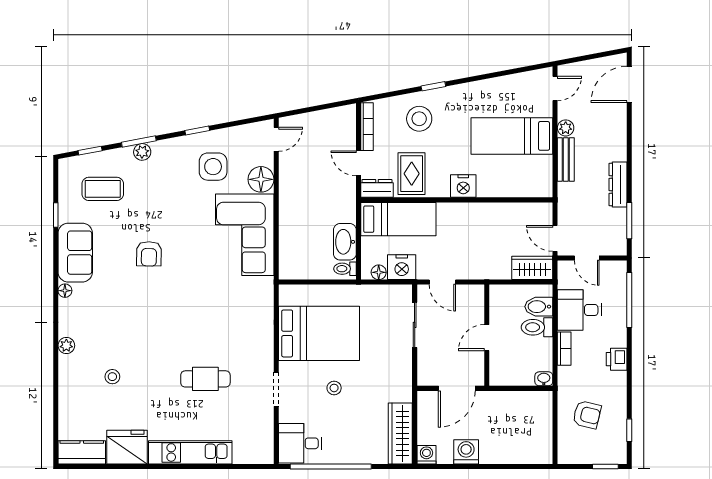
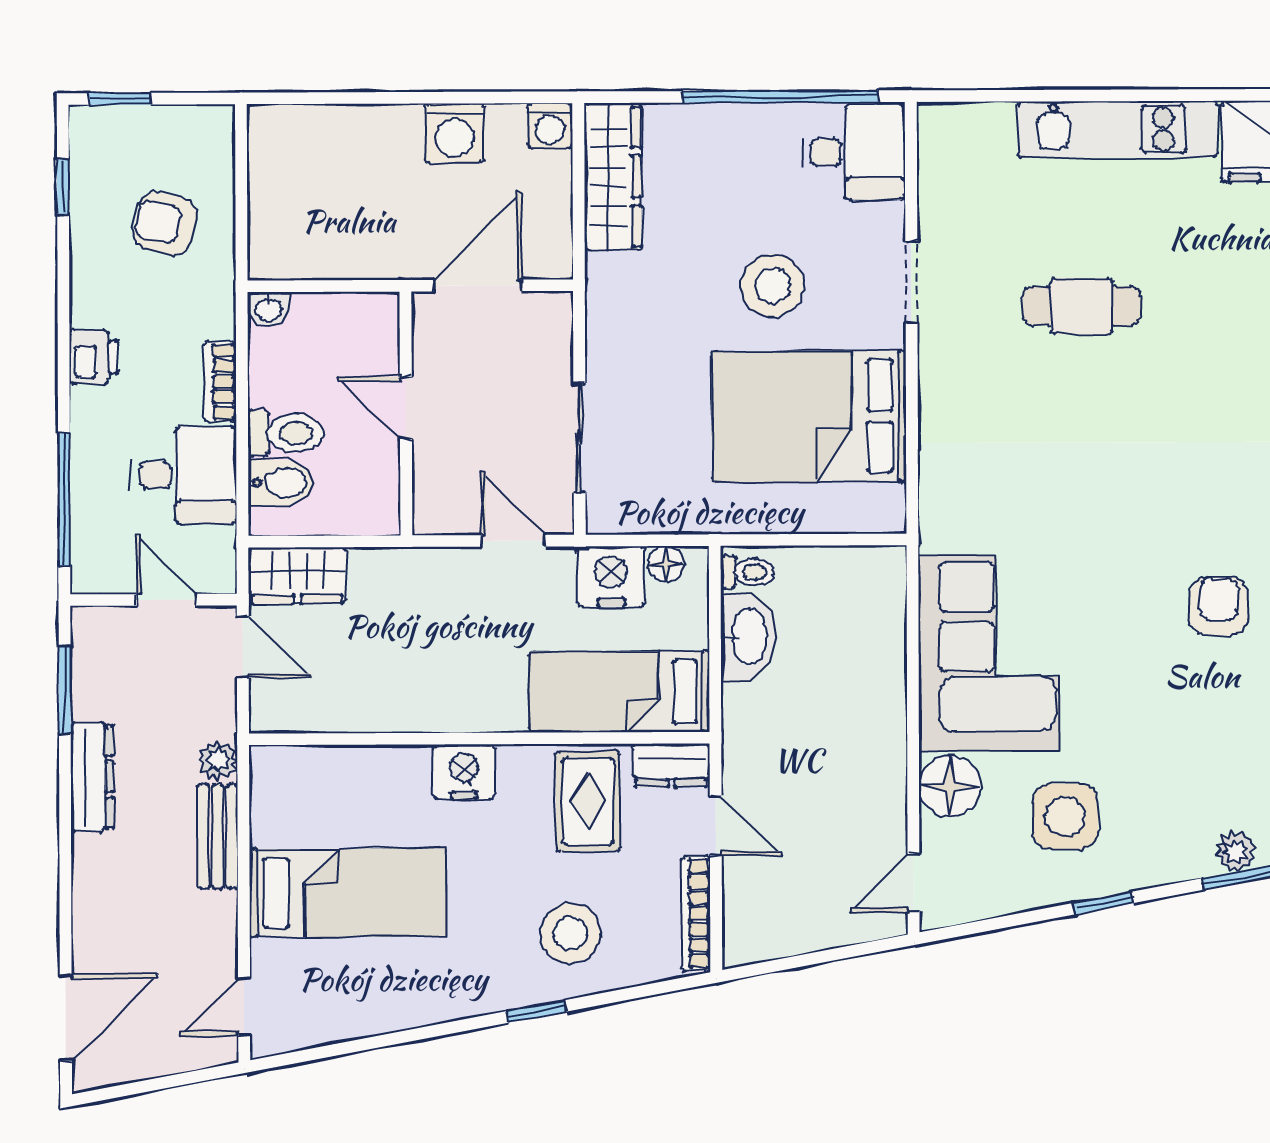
plant: (566, 128) -> (218, 760), moved
door: (487, 338) -> (406, 408), swing flipped
stool: (334, 388) -> (772, 285), width x1.89, depth x1.89

